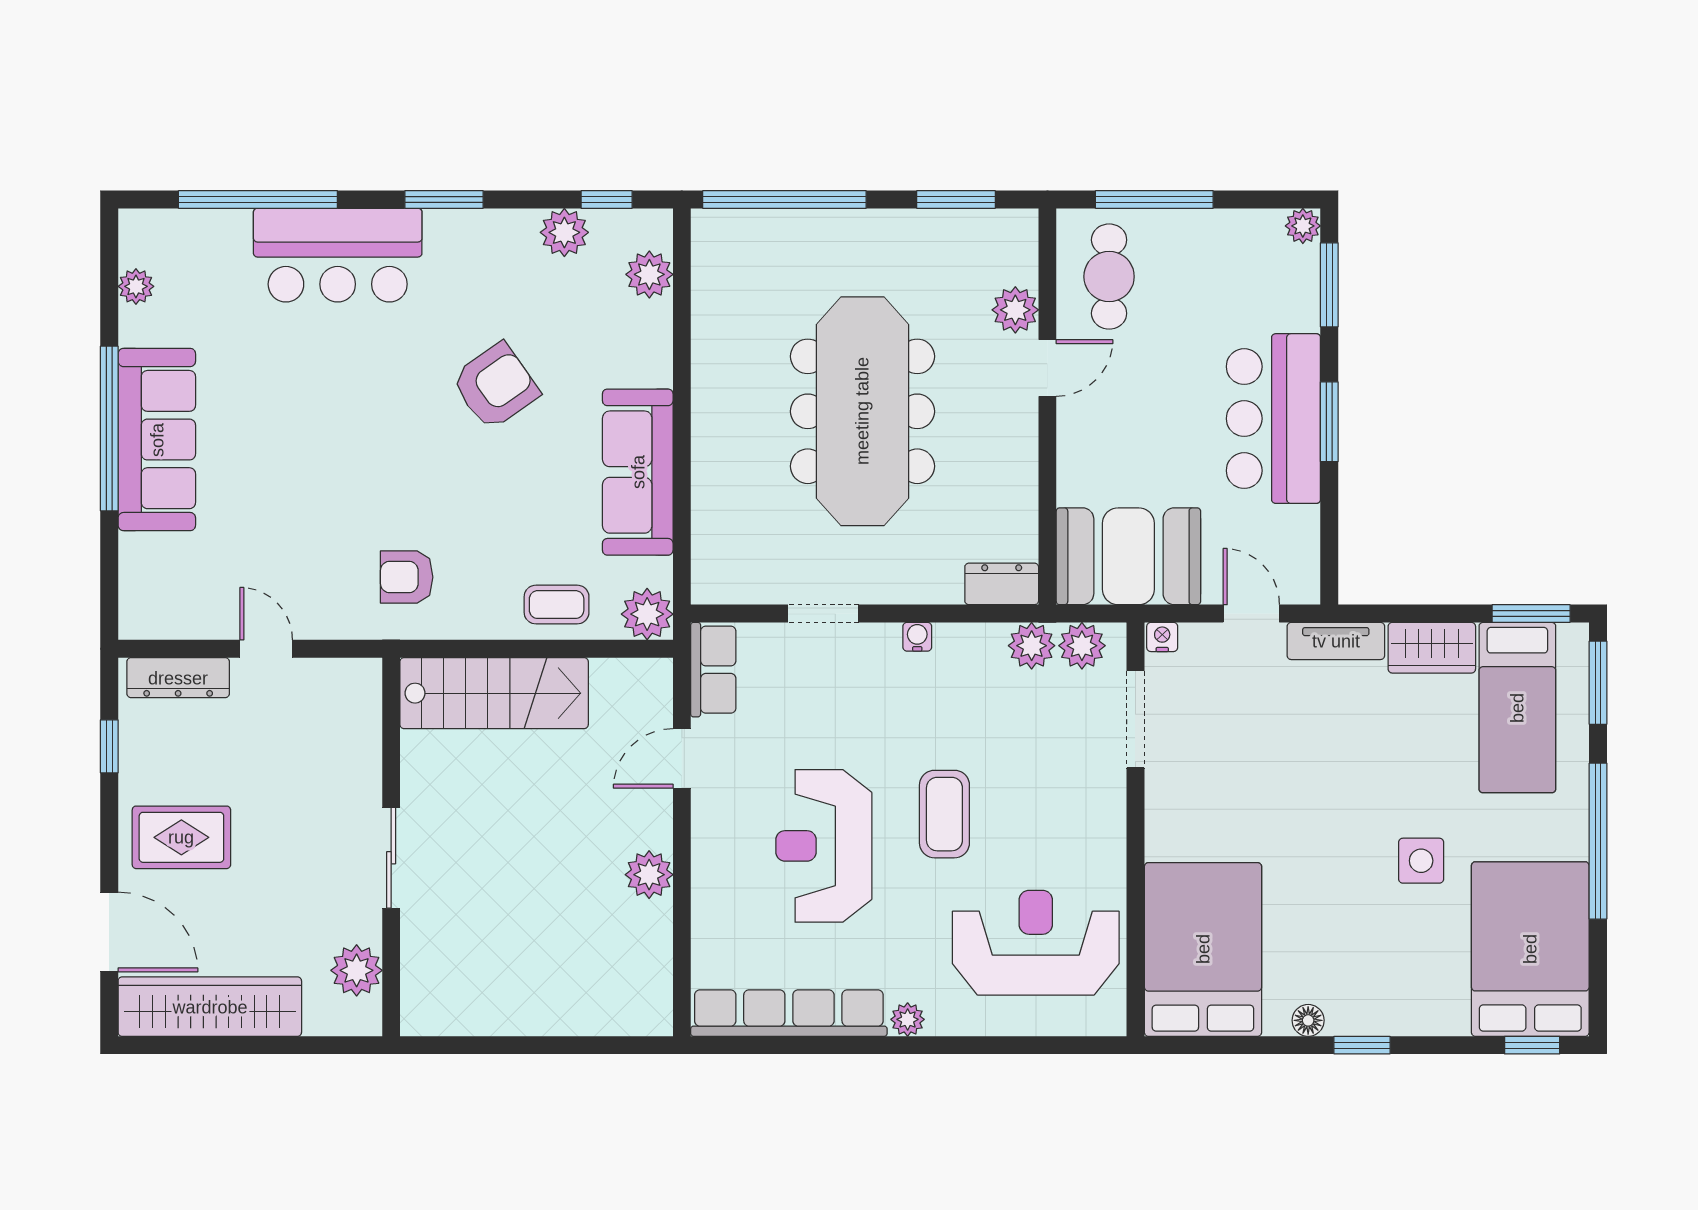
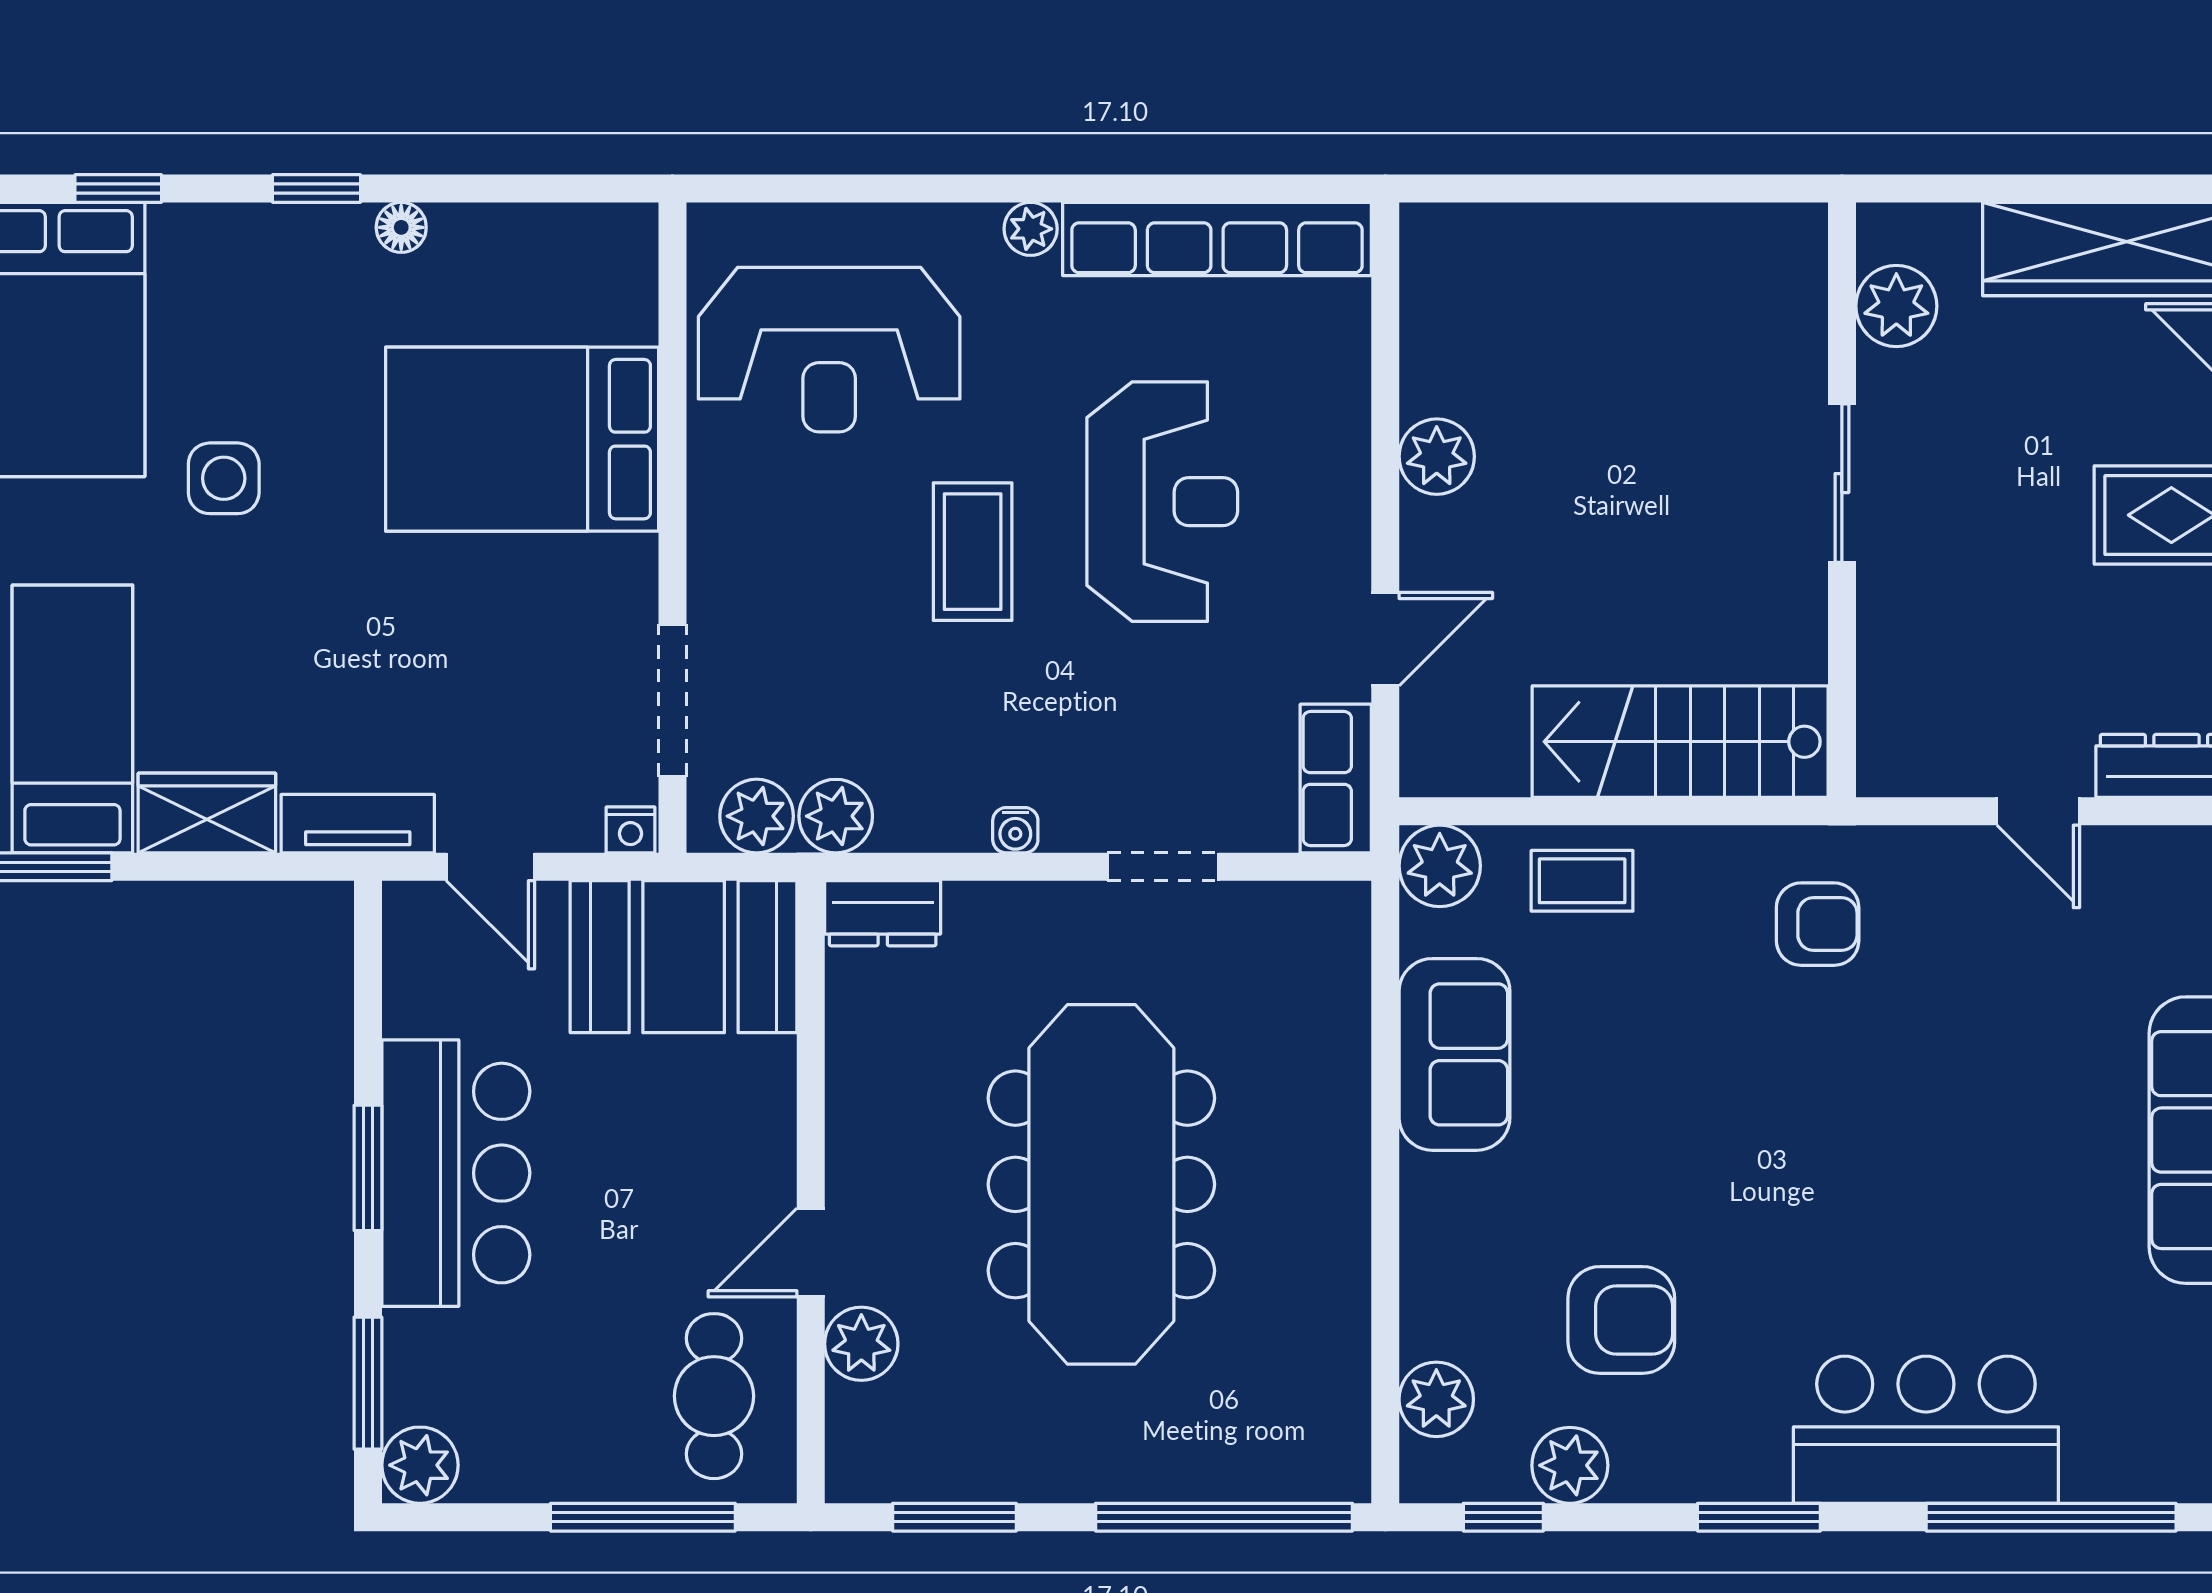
plant: (1303, 226) -> (420, 1465), width x1.38, depth x1.38
armchair: (495, 386) -> (1621, 1320), moved, turned -145
sofa: (638, 472) -> (1454, 1054), width x0.73
bed: (1203, 949) -> (522, 439), moved, turned 90
window: (1532, 1045) -> (118, 189), moved

